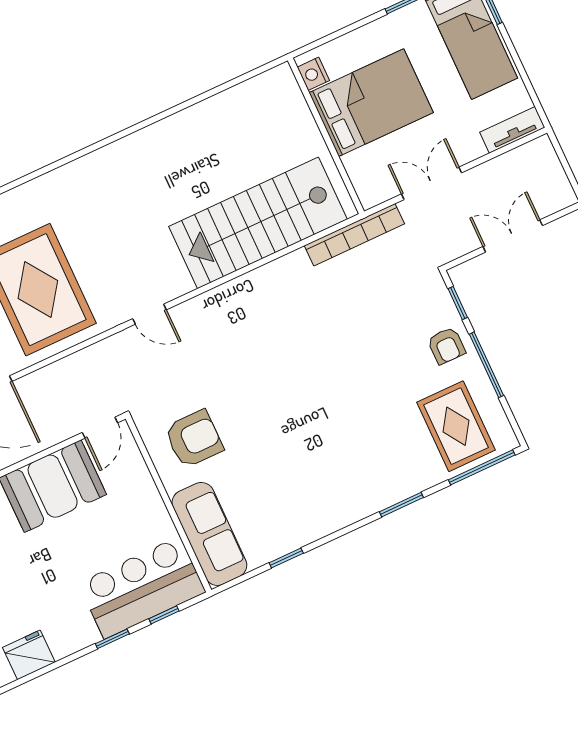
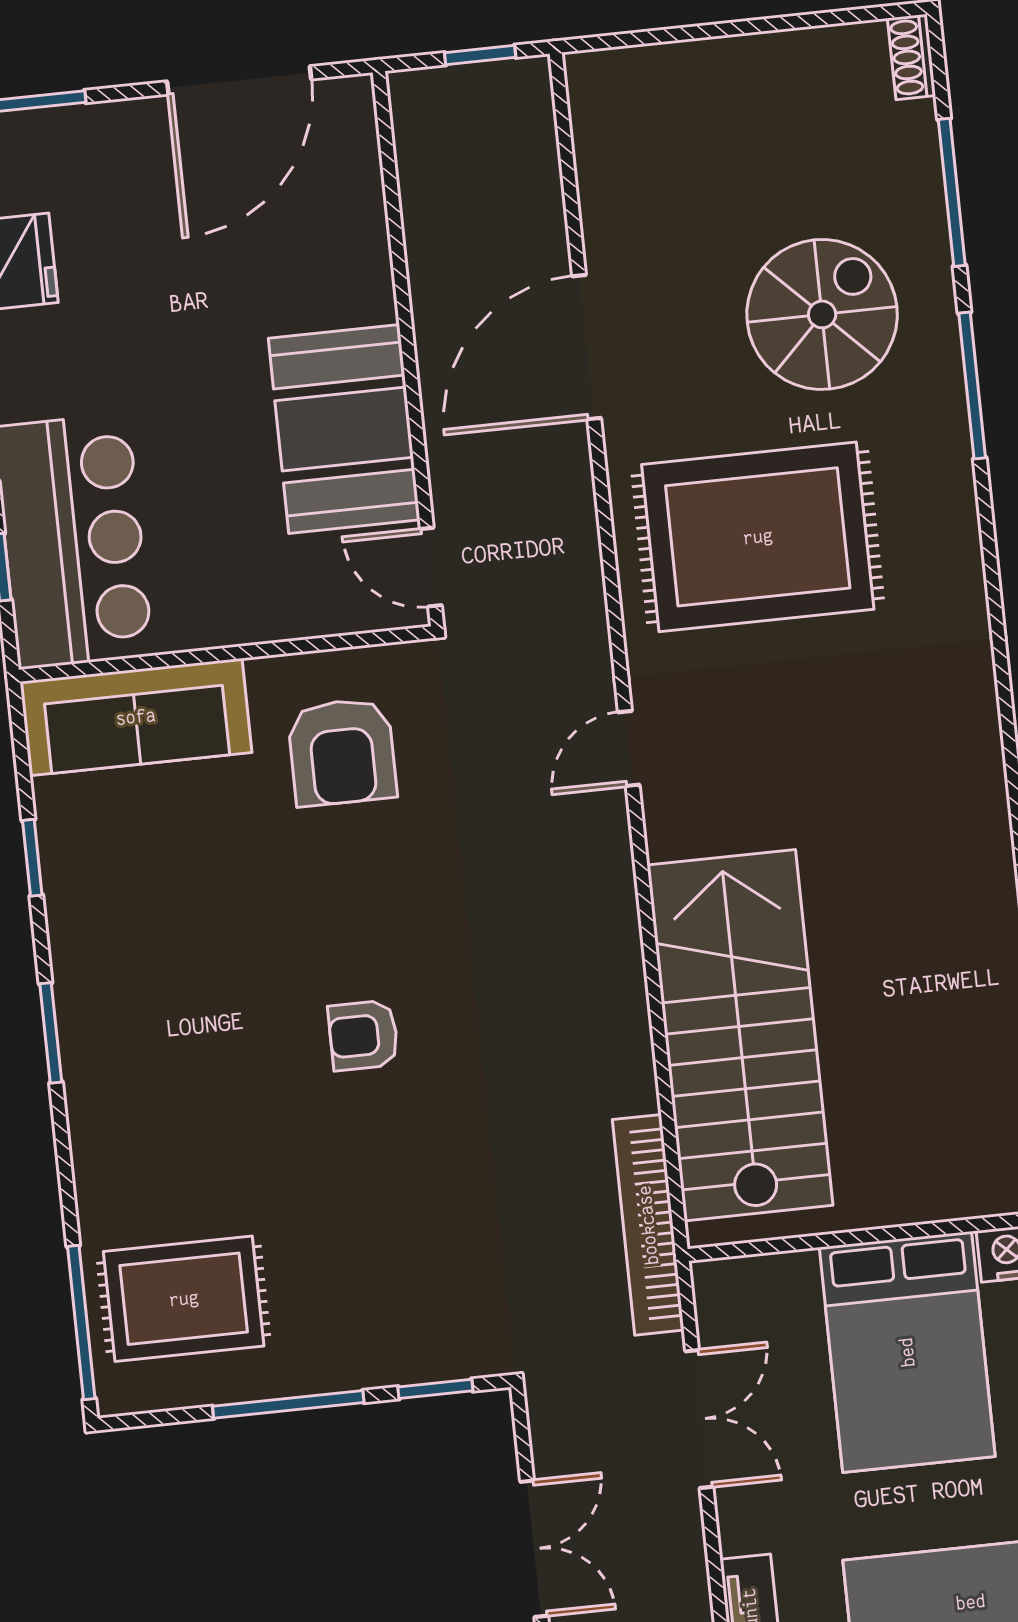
armchair: (446, 346) -> (363, 1035), moved
window: (401, 505) -> (51, 1033), moved

